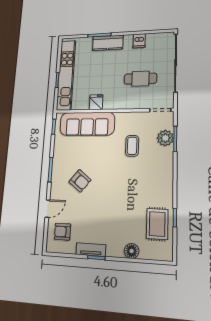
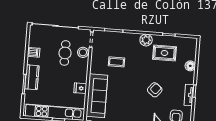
stool: (142, 101) -> (83, 52), added
plant: (165, 138) -> (146, 40), moved
armchair: (80, 181) -> (155, 90), moved
rug: (157, 224) -> (164, 53), moved

